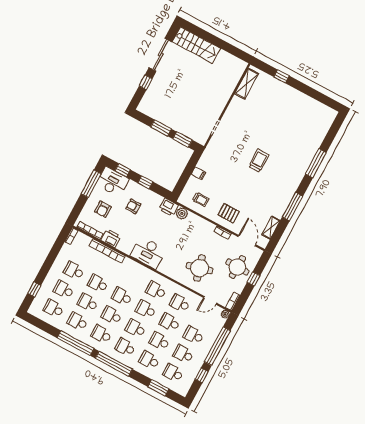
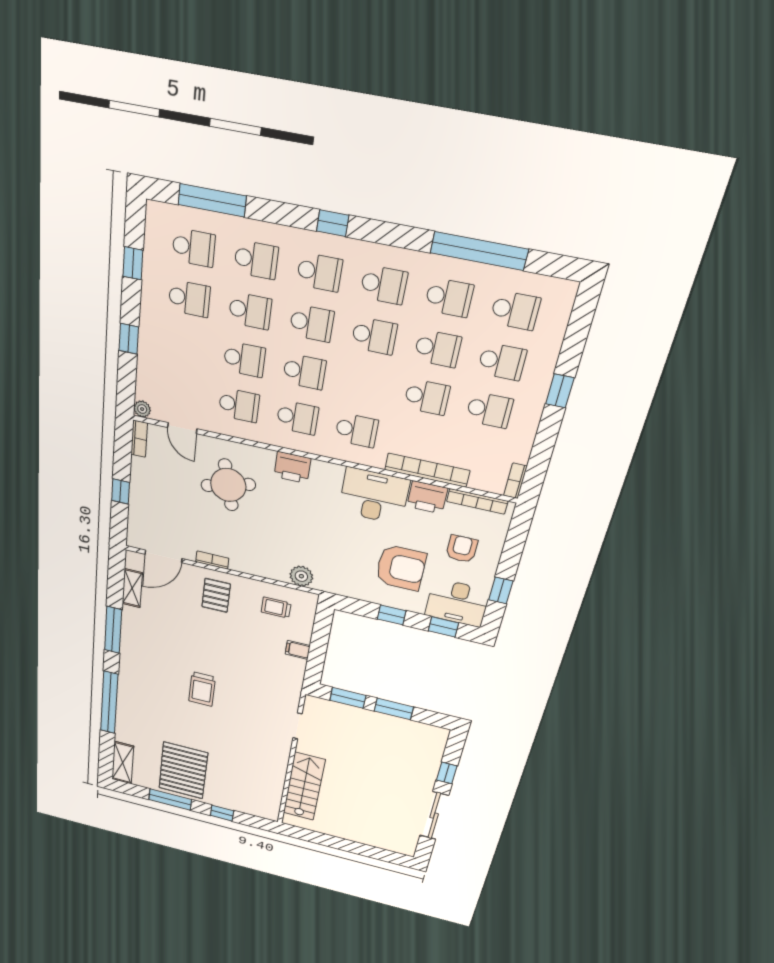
stairs: (196, 45) -> (304, 787), moved, turned 90
shelving: (247, 84) -> (123, 763), moved
window: (309, 91) -> (170, 800), added
pallet: (292, 110) -> (183, 770), added
window: (316, 163) -> (109, 703), width x1.46
window: (91, 184) -> (501, 590), width x0.46
armchair: (133, 206) -> (401, 568), width x1.88, depth x1.88
printer: (169, 207) -> (292, 468), moved, turned 180
pallet: (229, 213) -> (216, 595), turned 90
door: (247, 241) -> (163, 556), hinge flipped
desk: (148, 253) -> (374, 496), moved
round table: (237, 267) -> (159, 505), removed
window: (34, 289) -> (560, 391), moved
school desk: (122, 296) -> (357, 430), moved
door: (210, 300) -> (182, 428), swing flipped
school desk: (194, 335) -> (185, 347), removed
window: (76, 343) -> (479, 251), moved
window: (217, 346) -> (129, 339), width x0.32
window: (114, 364) -> (333, 223), width x0.32
window: (158, 388) -> (212, 200), width x1.44

